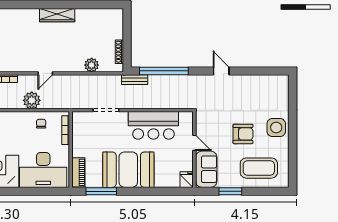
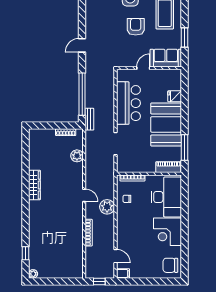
fridge: (187, 180) -> (175, 96), moved

